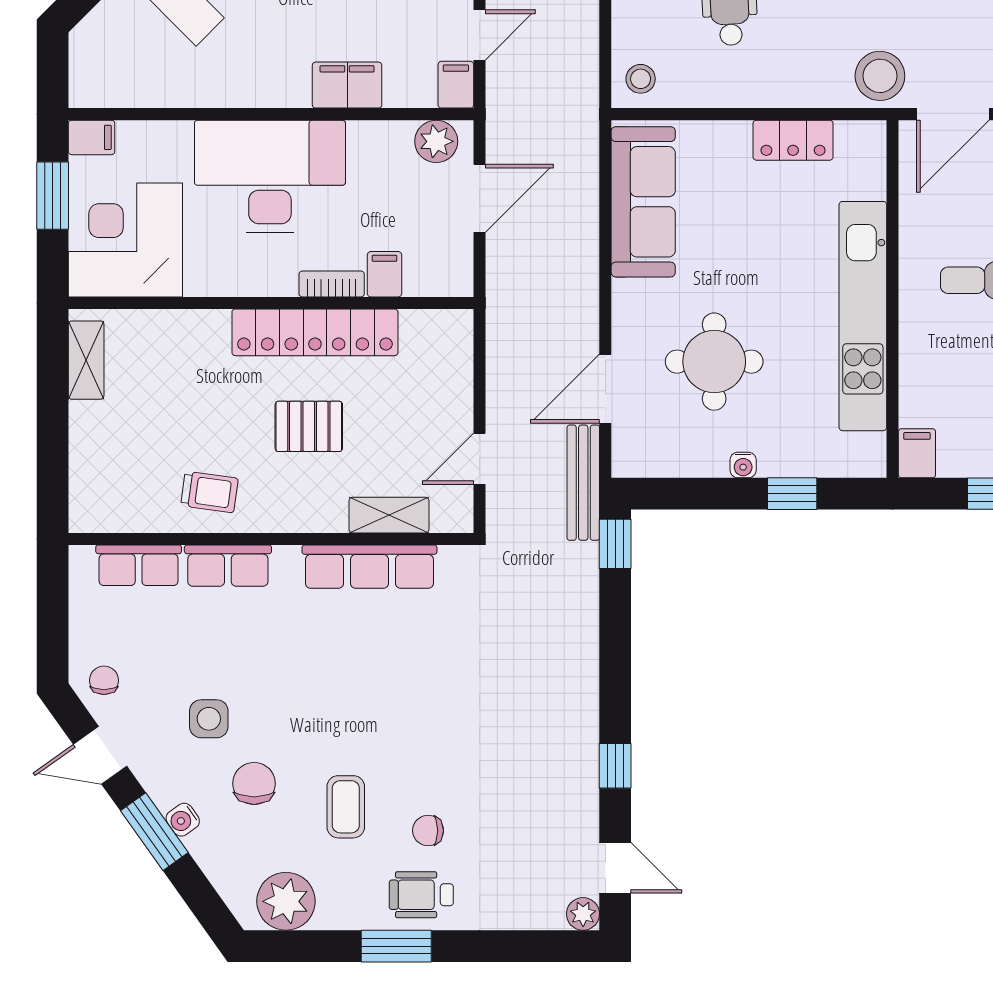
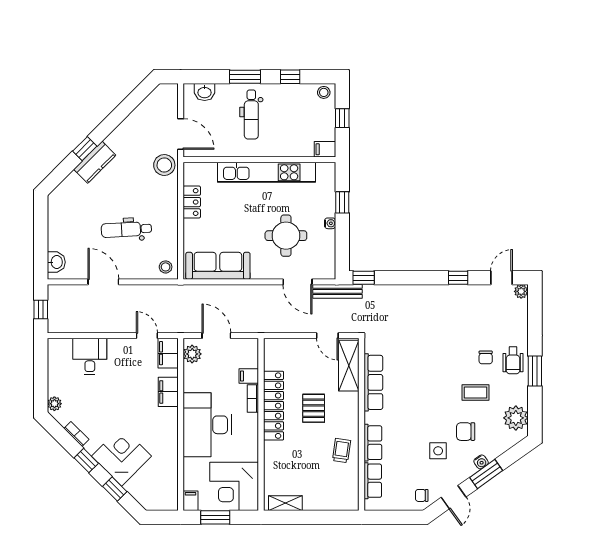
filing cabinet: (456, 85) -> (168, 353), width x2.00
shelving: (389, 515) -> (349, 366), width x1.50, depth x1.33

